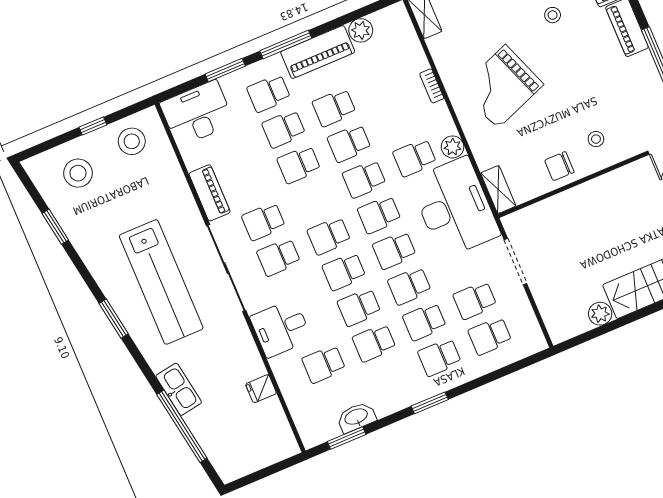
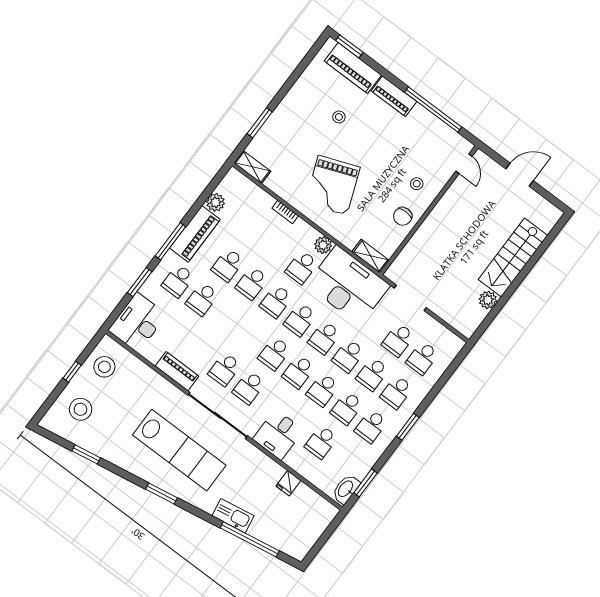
school desk: (299, 165) -> (371, 426), moved
washbasin: (356, 417) -> (346, 489), moved

